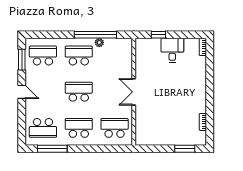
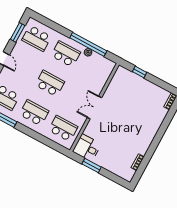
desk: (172, 50) -> (87, 148), moved, turned -90
school desk: (43, 56) -> (37, 38), turned 180
window: (185, 149) -> (92, 166), moved

